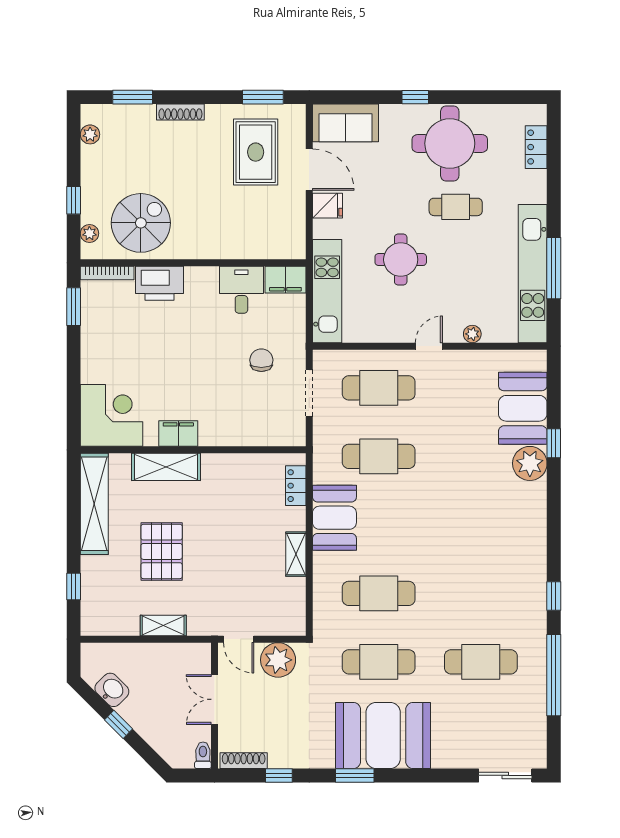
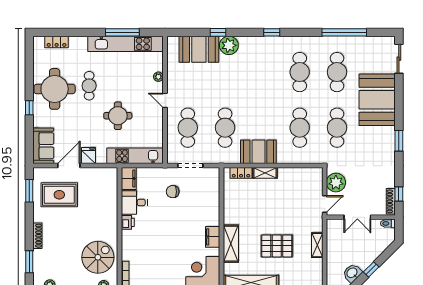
spiral stairs: (141, 223) -> (98, 257), turned 90
printer: (160, 283) -> (128, 222), moved, width x0.53, depth x0.68
shelving: (296, 554) -> (265, 173), moved
cafe table: (481, 593) -> (300, 72), added
window: (554, 596) -> (272, 32), moved
booth: (383, 735) -> (377, 100), moved
window: (279, 775) -> (399, 194), moved

